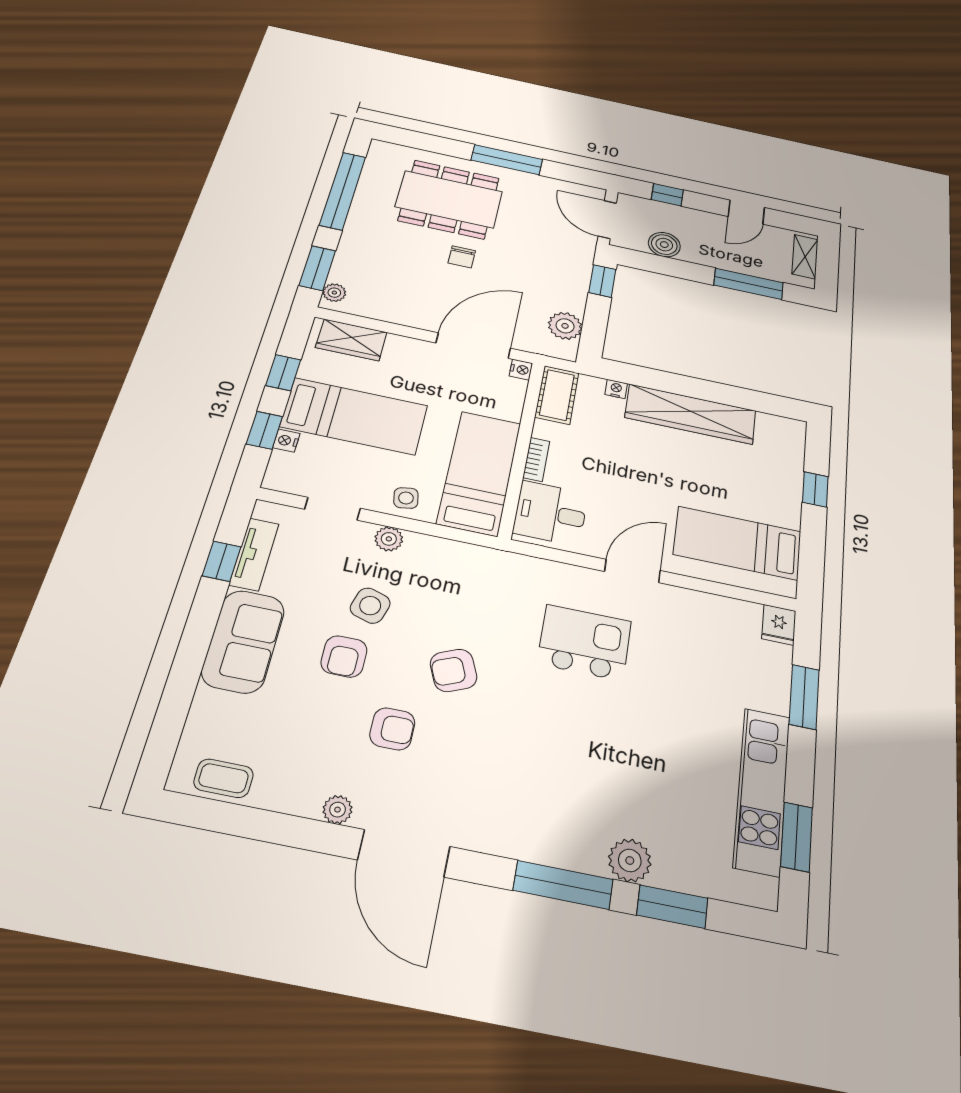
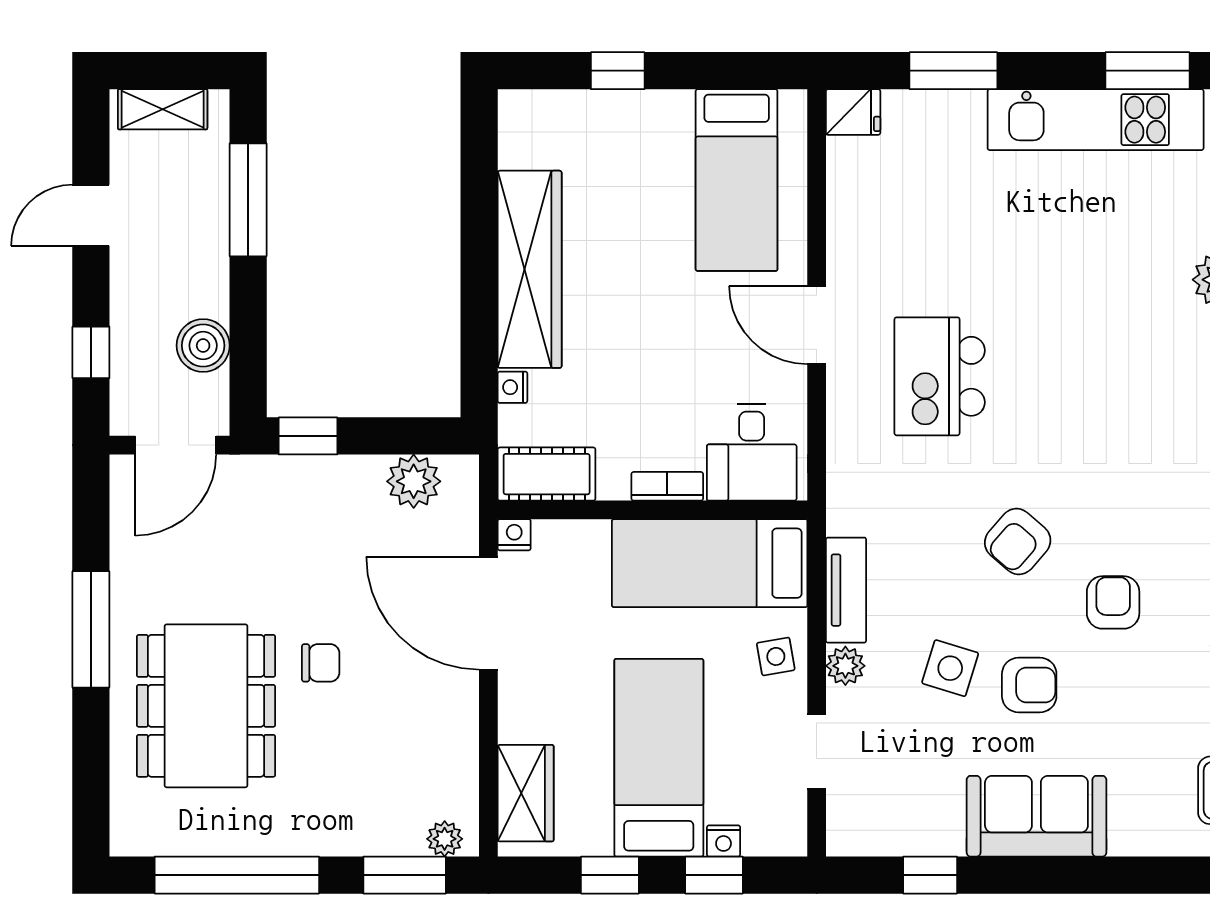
door: (746, 212) -> (91, 215), swing flipped
tv unit: (254, 554) -> (846, 590), moved, turned 90
armchair: (454, 670) -> (1018, 542), turned 64

